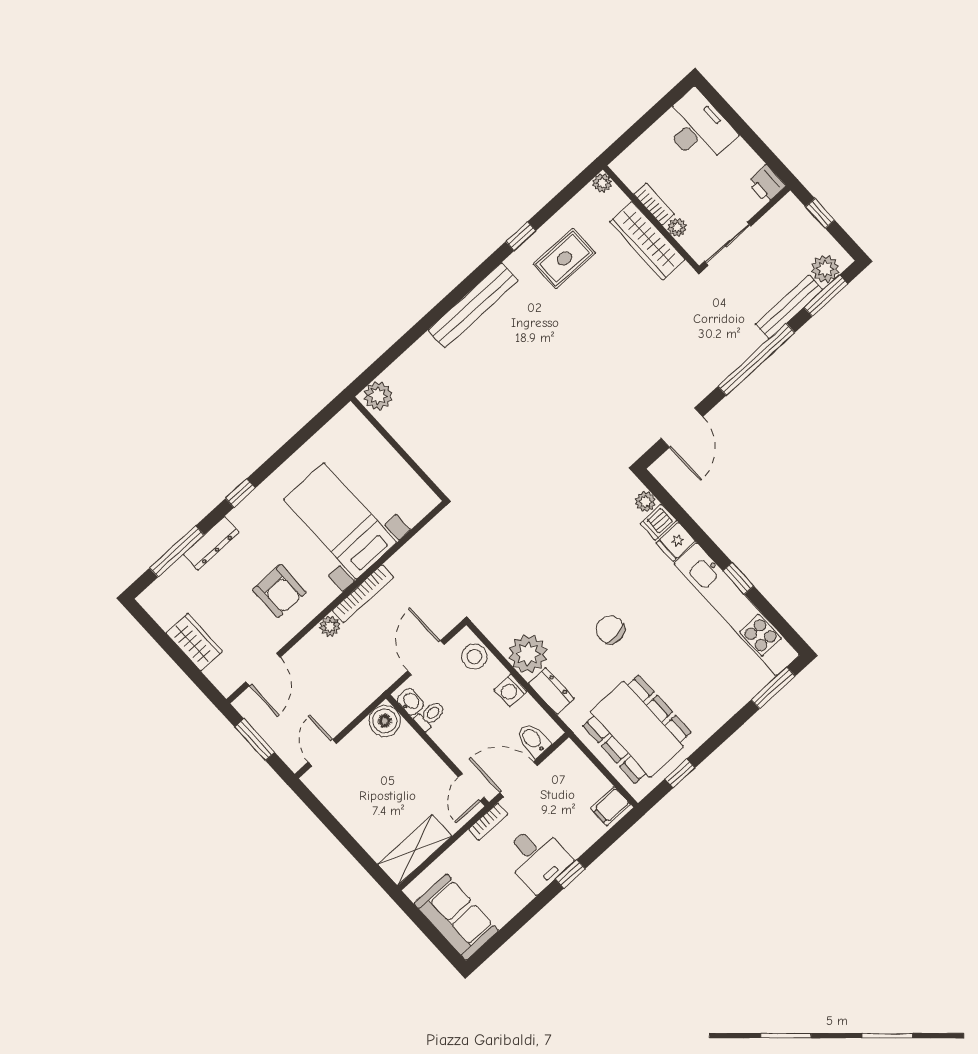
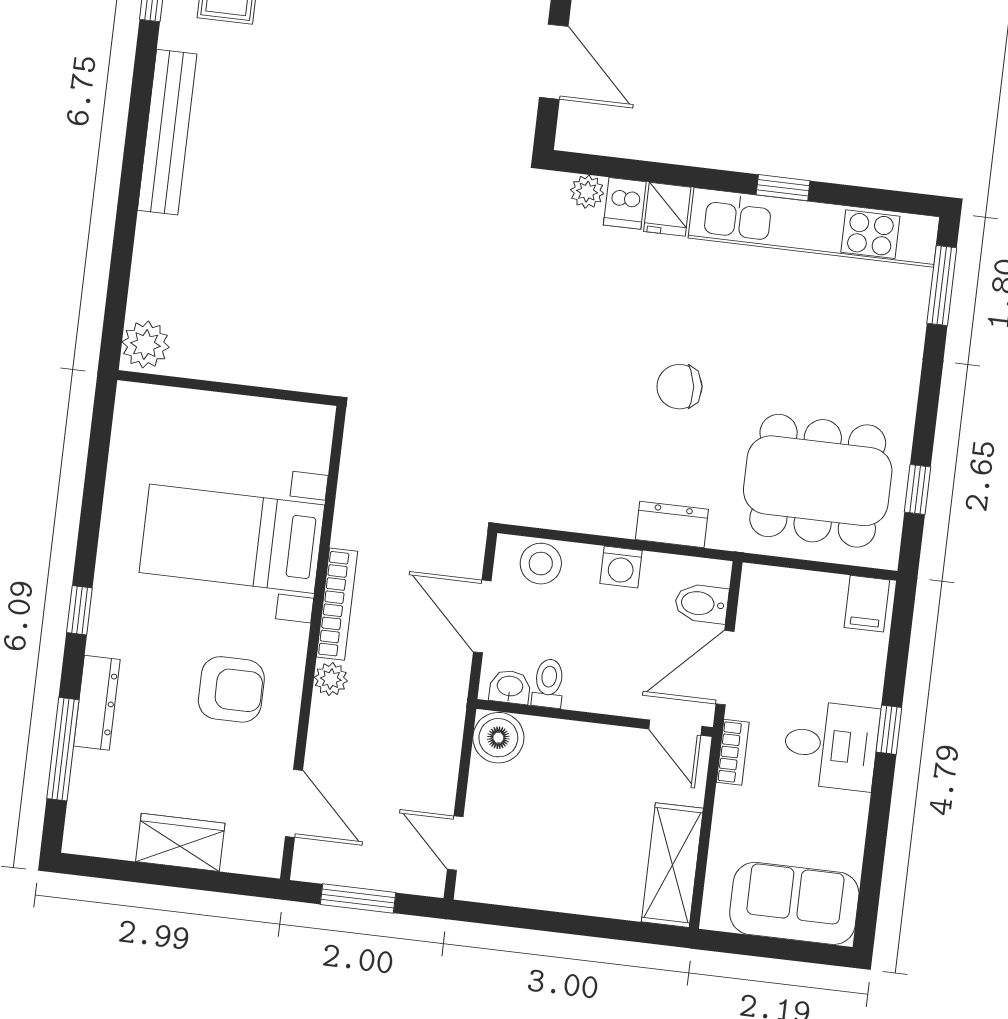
plant: (528, 654) -> (604, 504), removed

